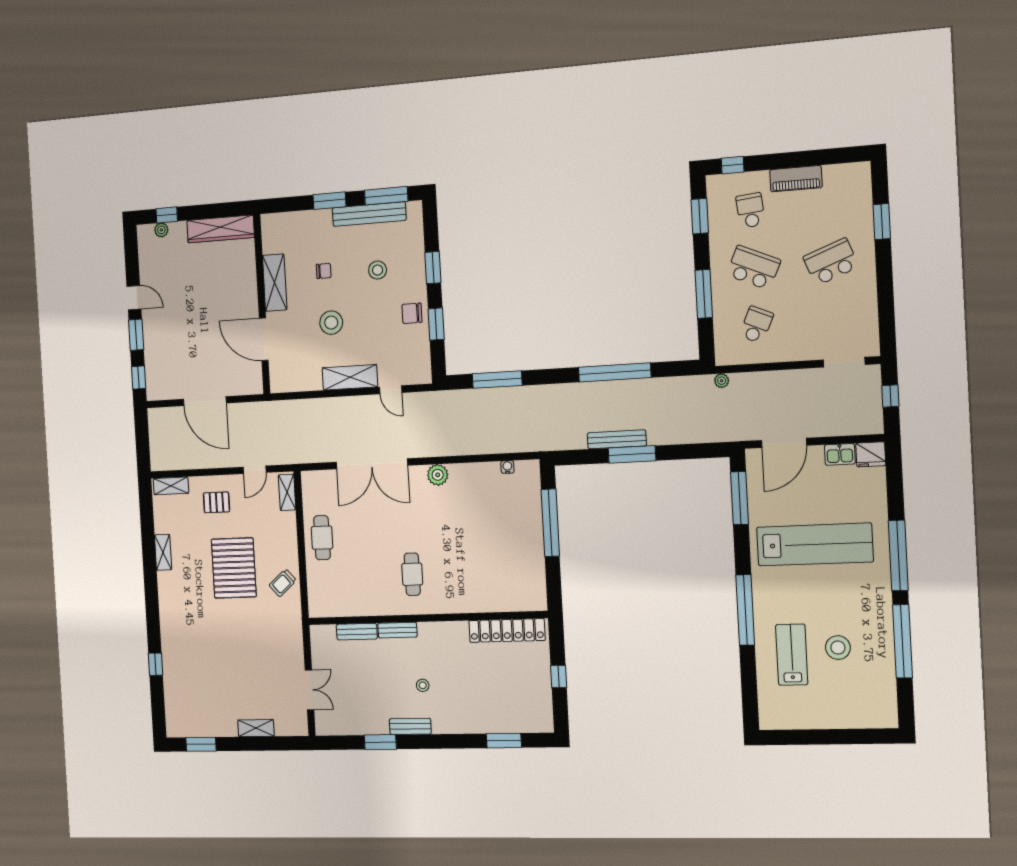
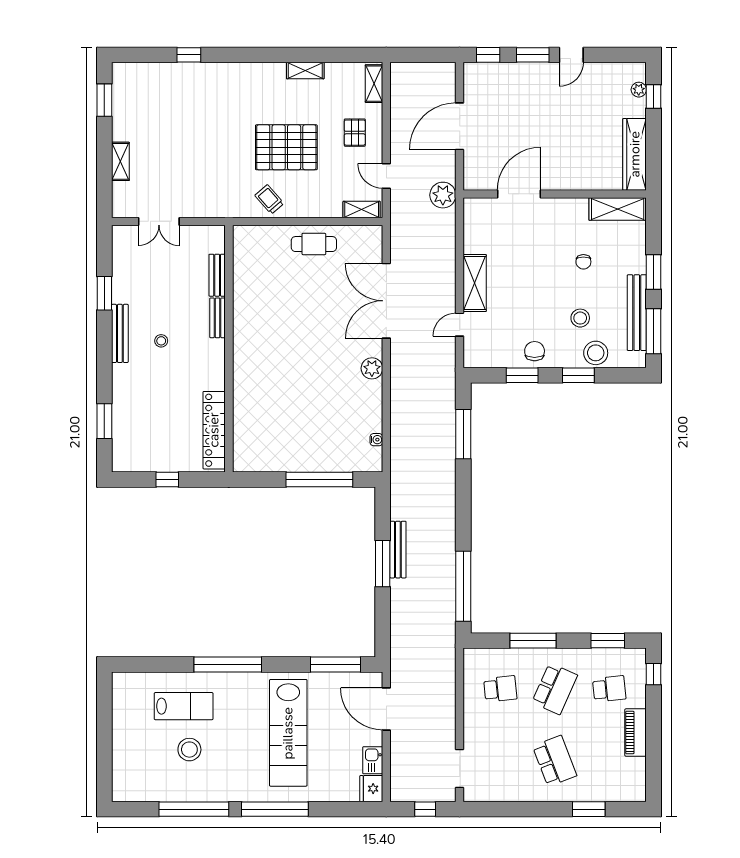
shelving: (275, 283) -> (618, 209), moved
stool: (331, 323) -> (596, 353), moved
school desk: (756, 325) -> (500, 689), turned -30
window: (615, 372) -> (463, 586), moved
plant: (722, 381) -> (443, 195), moved, width x1.88, depth x1.88
cafe table: (412, 574) -> (273, 336), removed
bench: (410, 726) -> (120, 333), width x1.36

